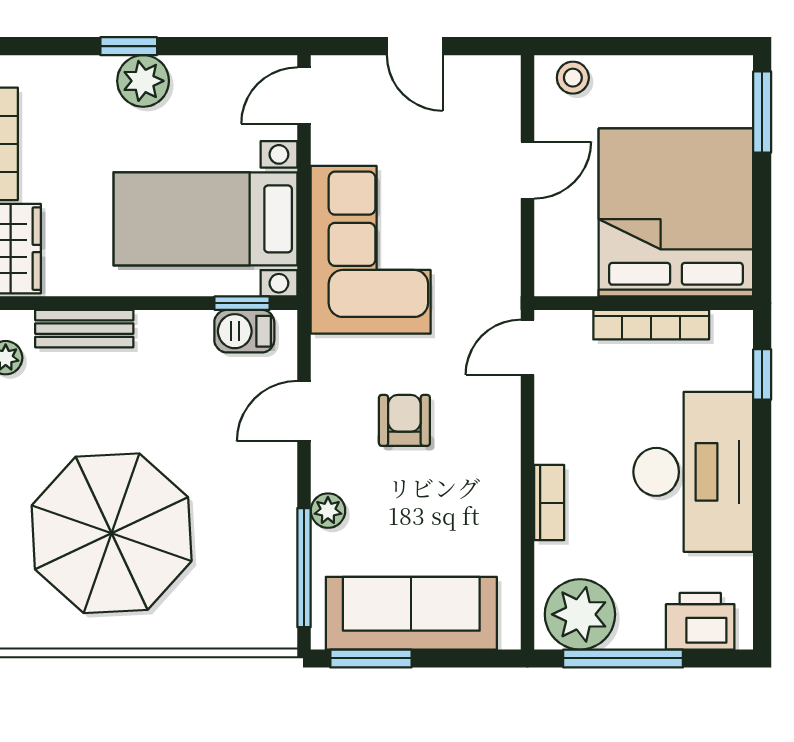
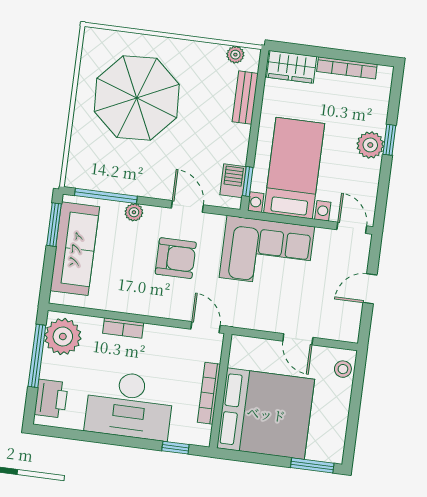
armchair: (404, 420) -> (176, 258), width x1.38, depth x1.38

